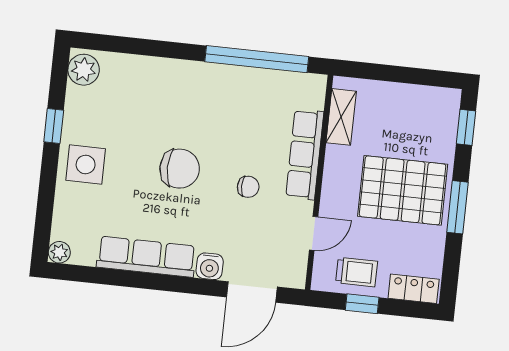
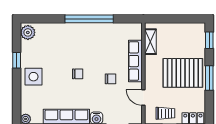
window: (257, 59) -> (89, 19), moved
chair: (180, 169) -> (78, 74), width x0.54, depth x0.54
door: (314, 233) -> (143, 97), swing flipped

